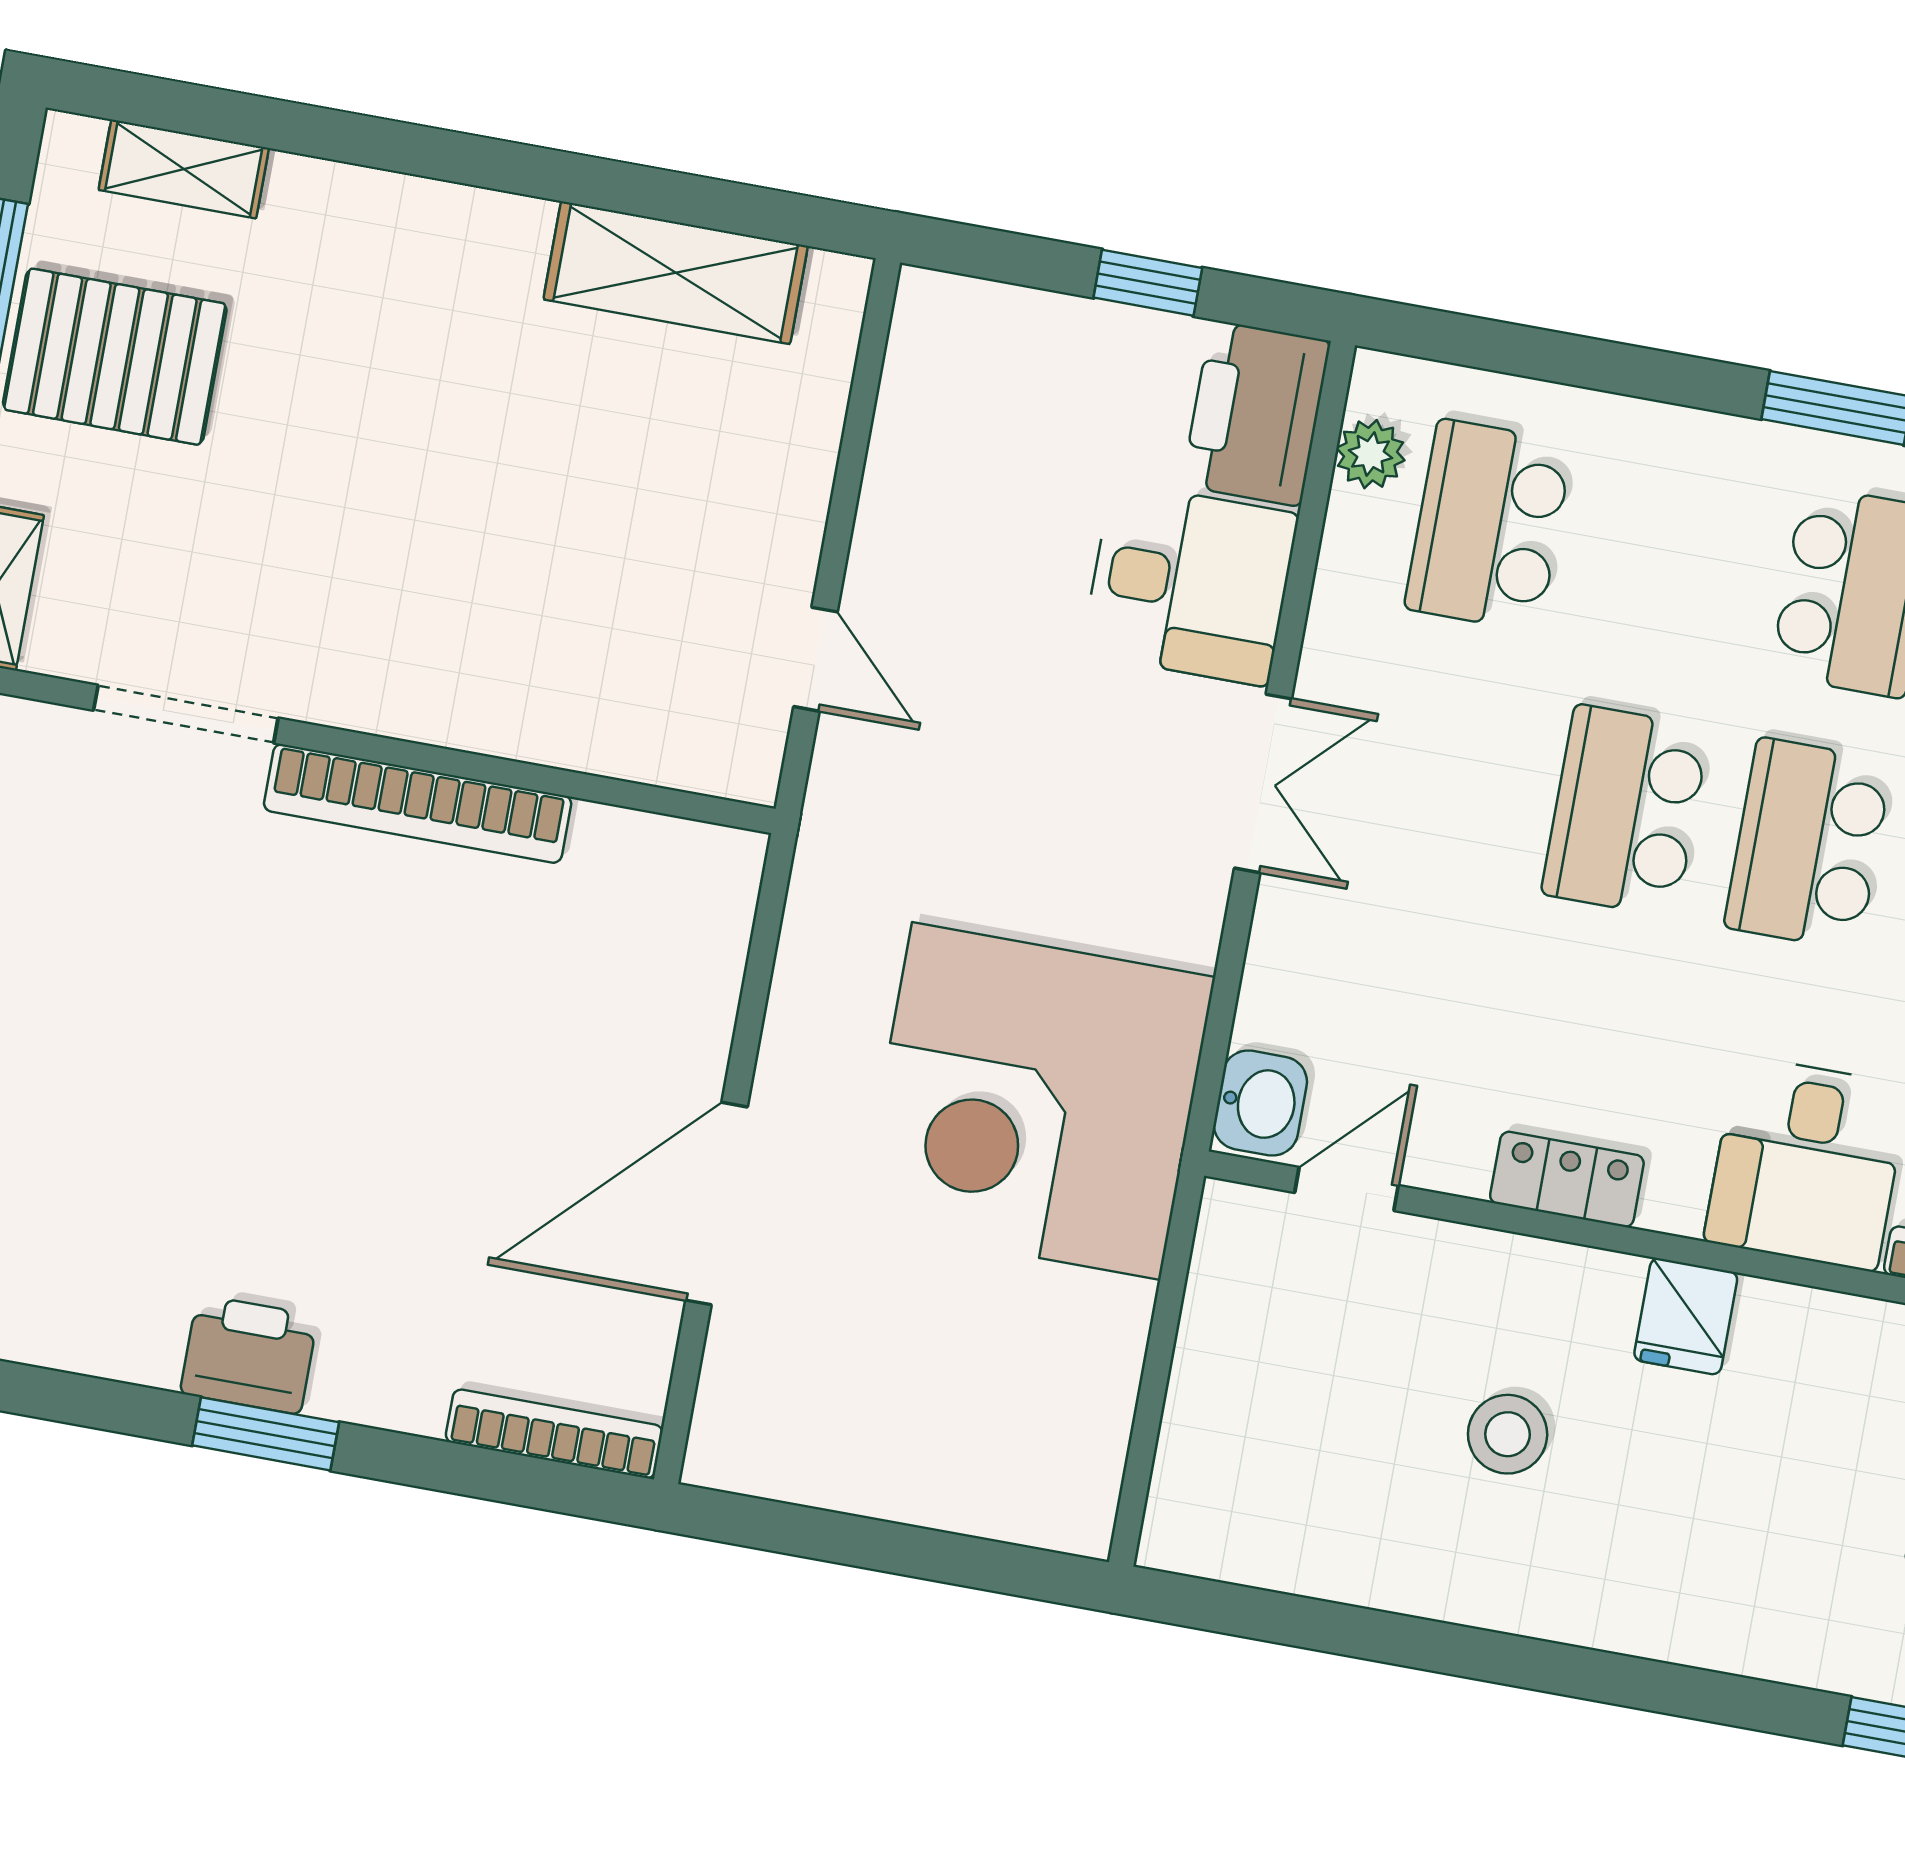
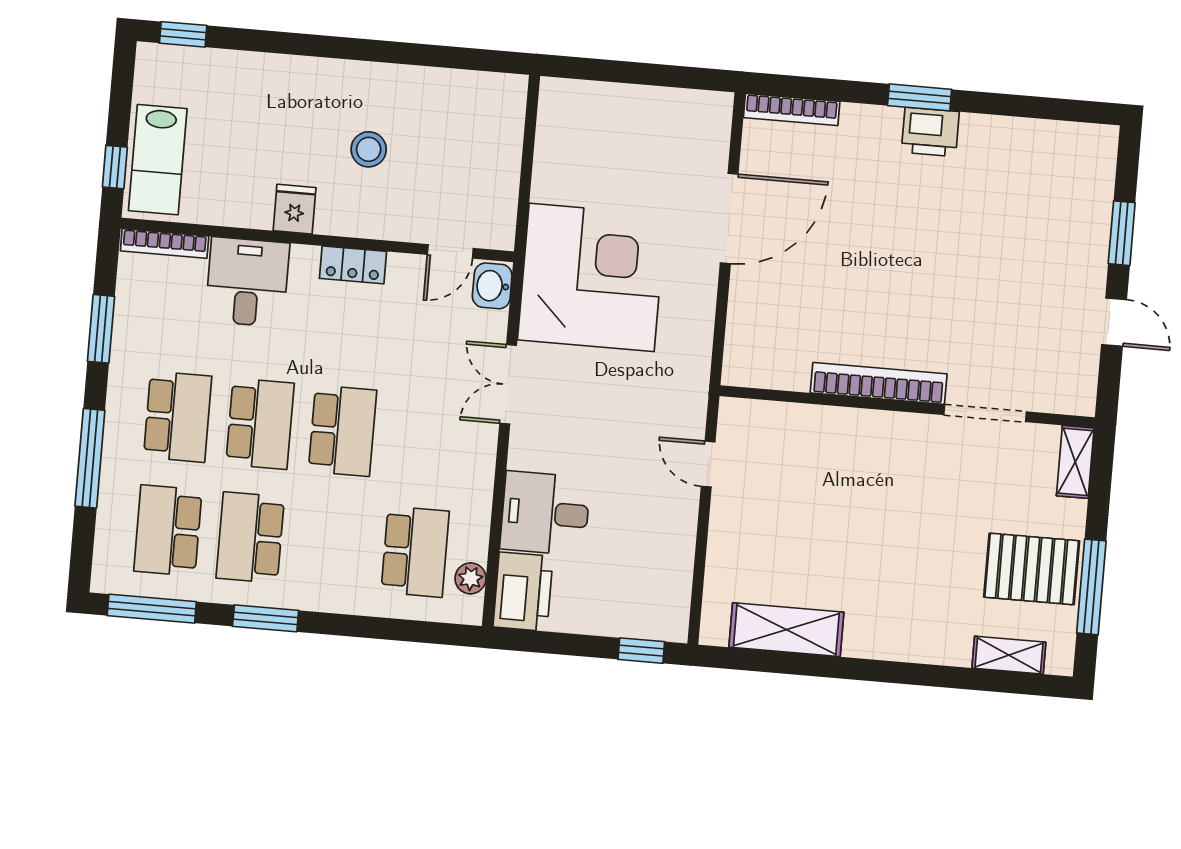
window: (1148, 283) -> (641, 651), moved
double door: (1263, 783) -> (508, 384), moved

